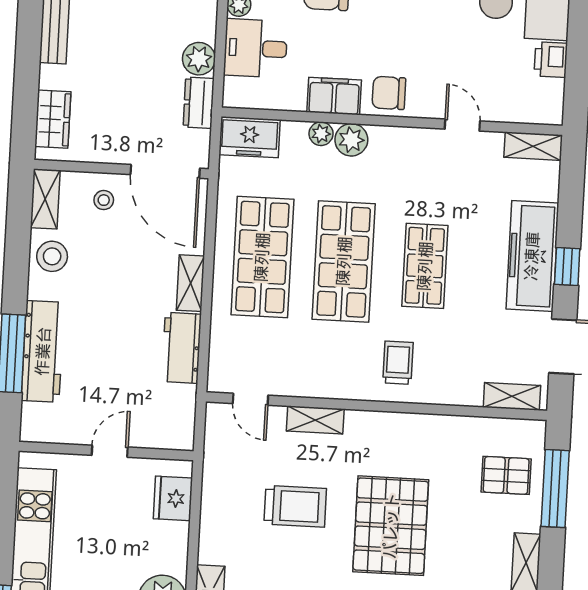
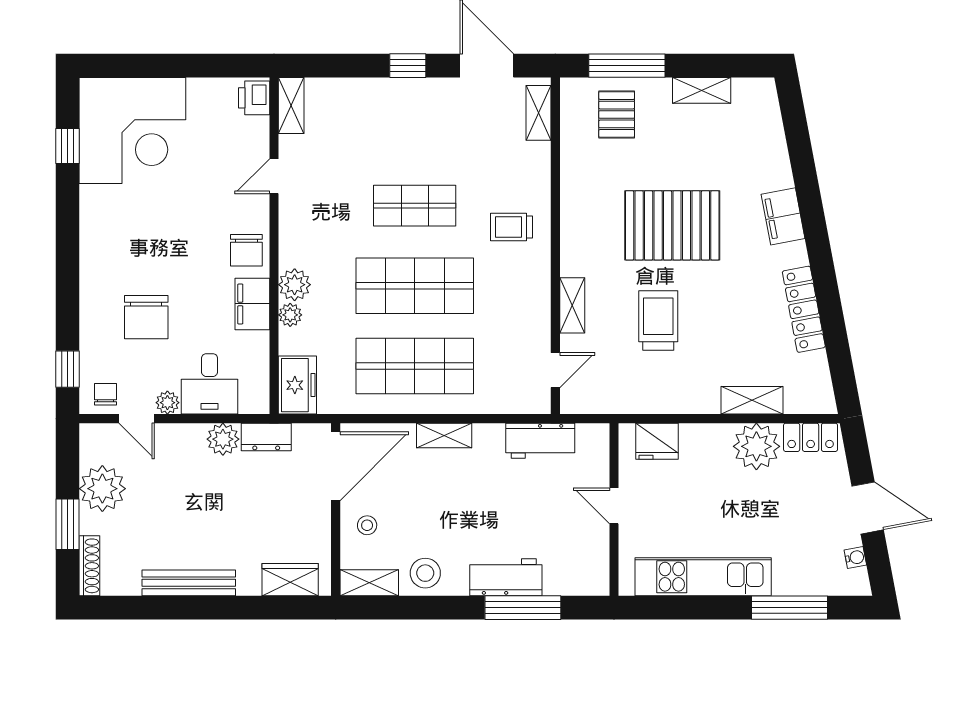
printer: (551, 60) -> (254, 98), moved, turned 90
freezer: (532, 256) -> (399, 100), removed
workbench: (182, 348) -> (540, 441), moved
workbench: (43, 351) -> (506, 577), width x0.73

